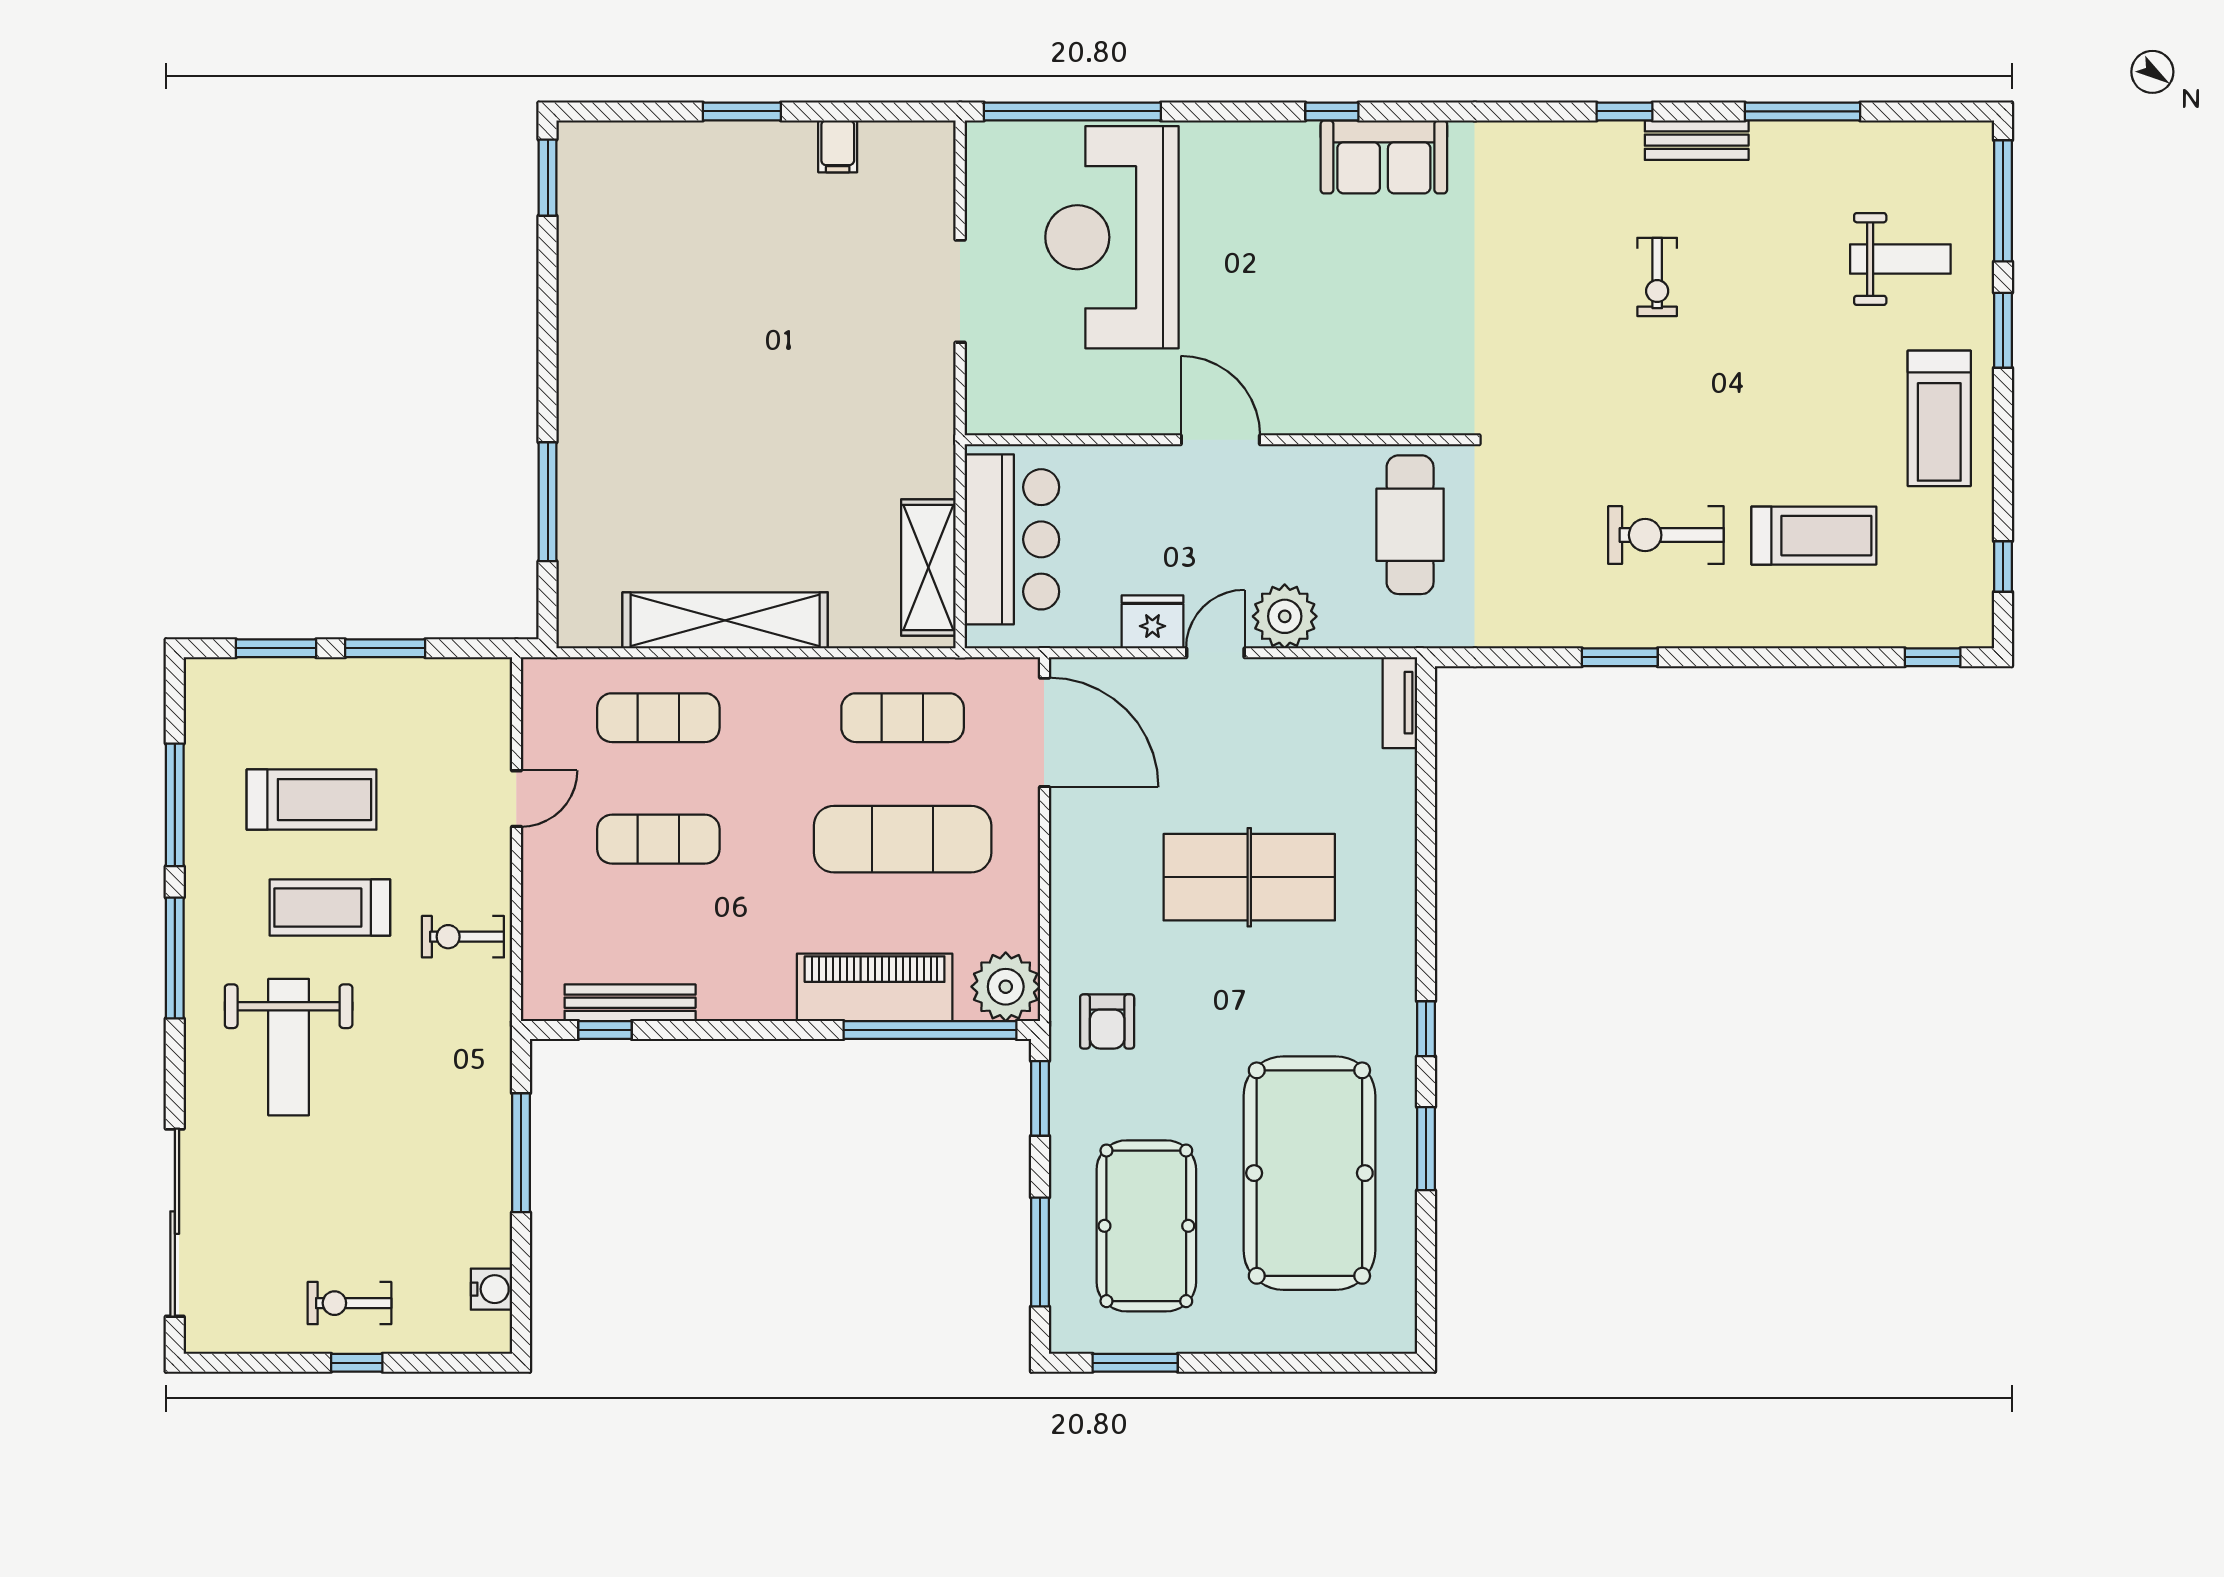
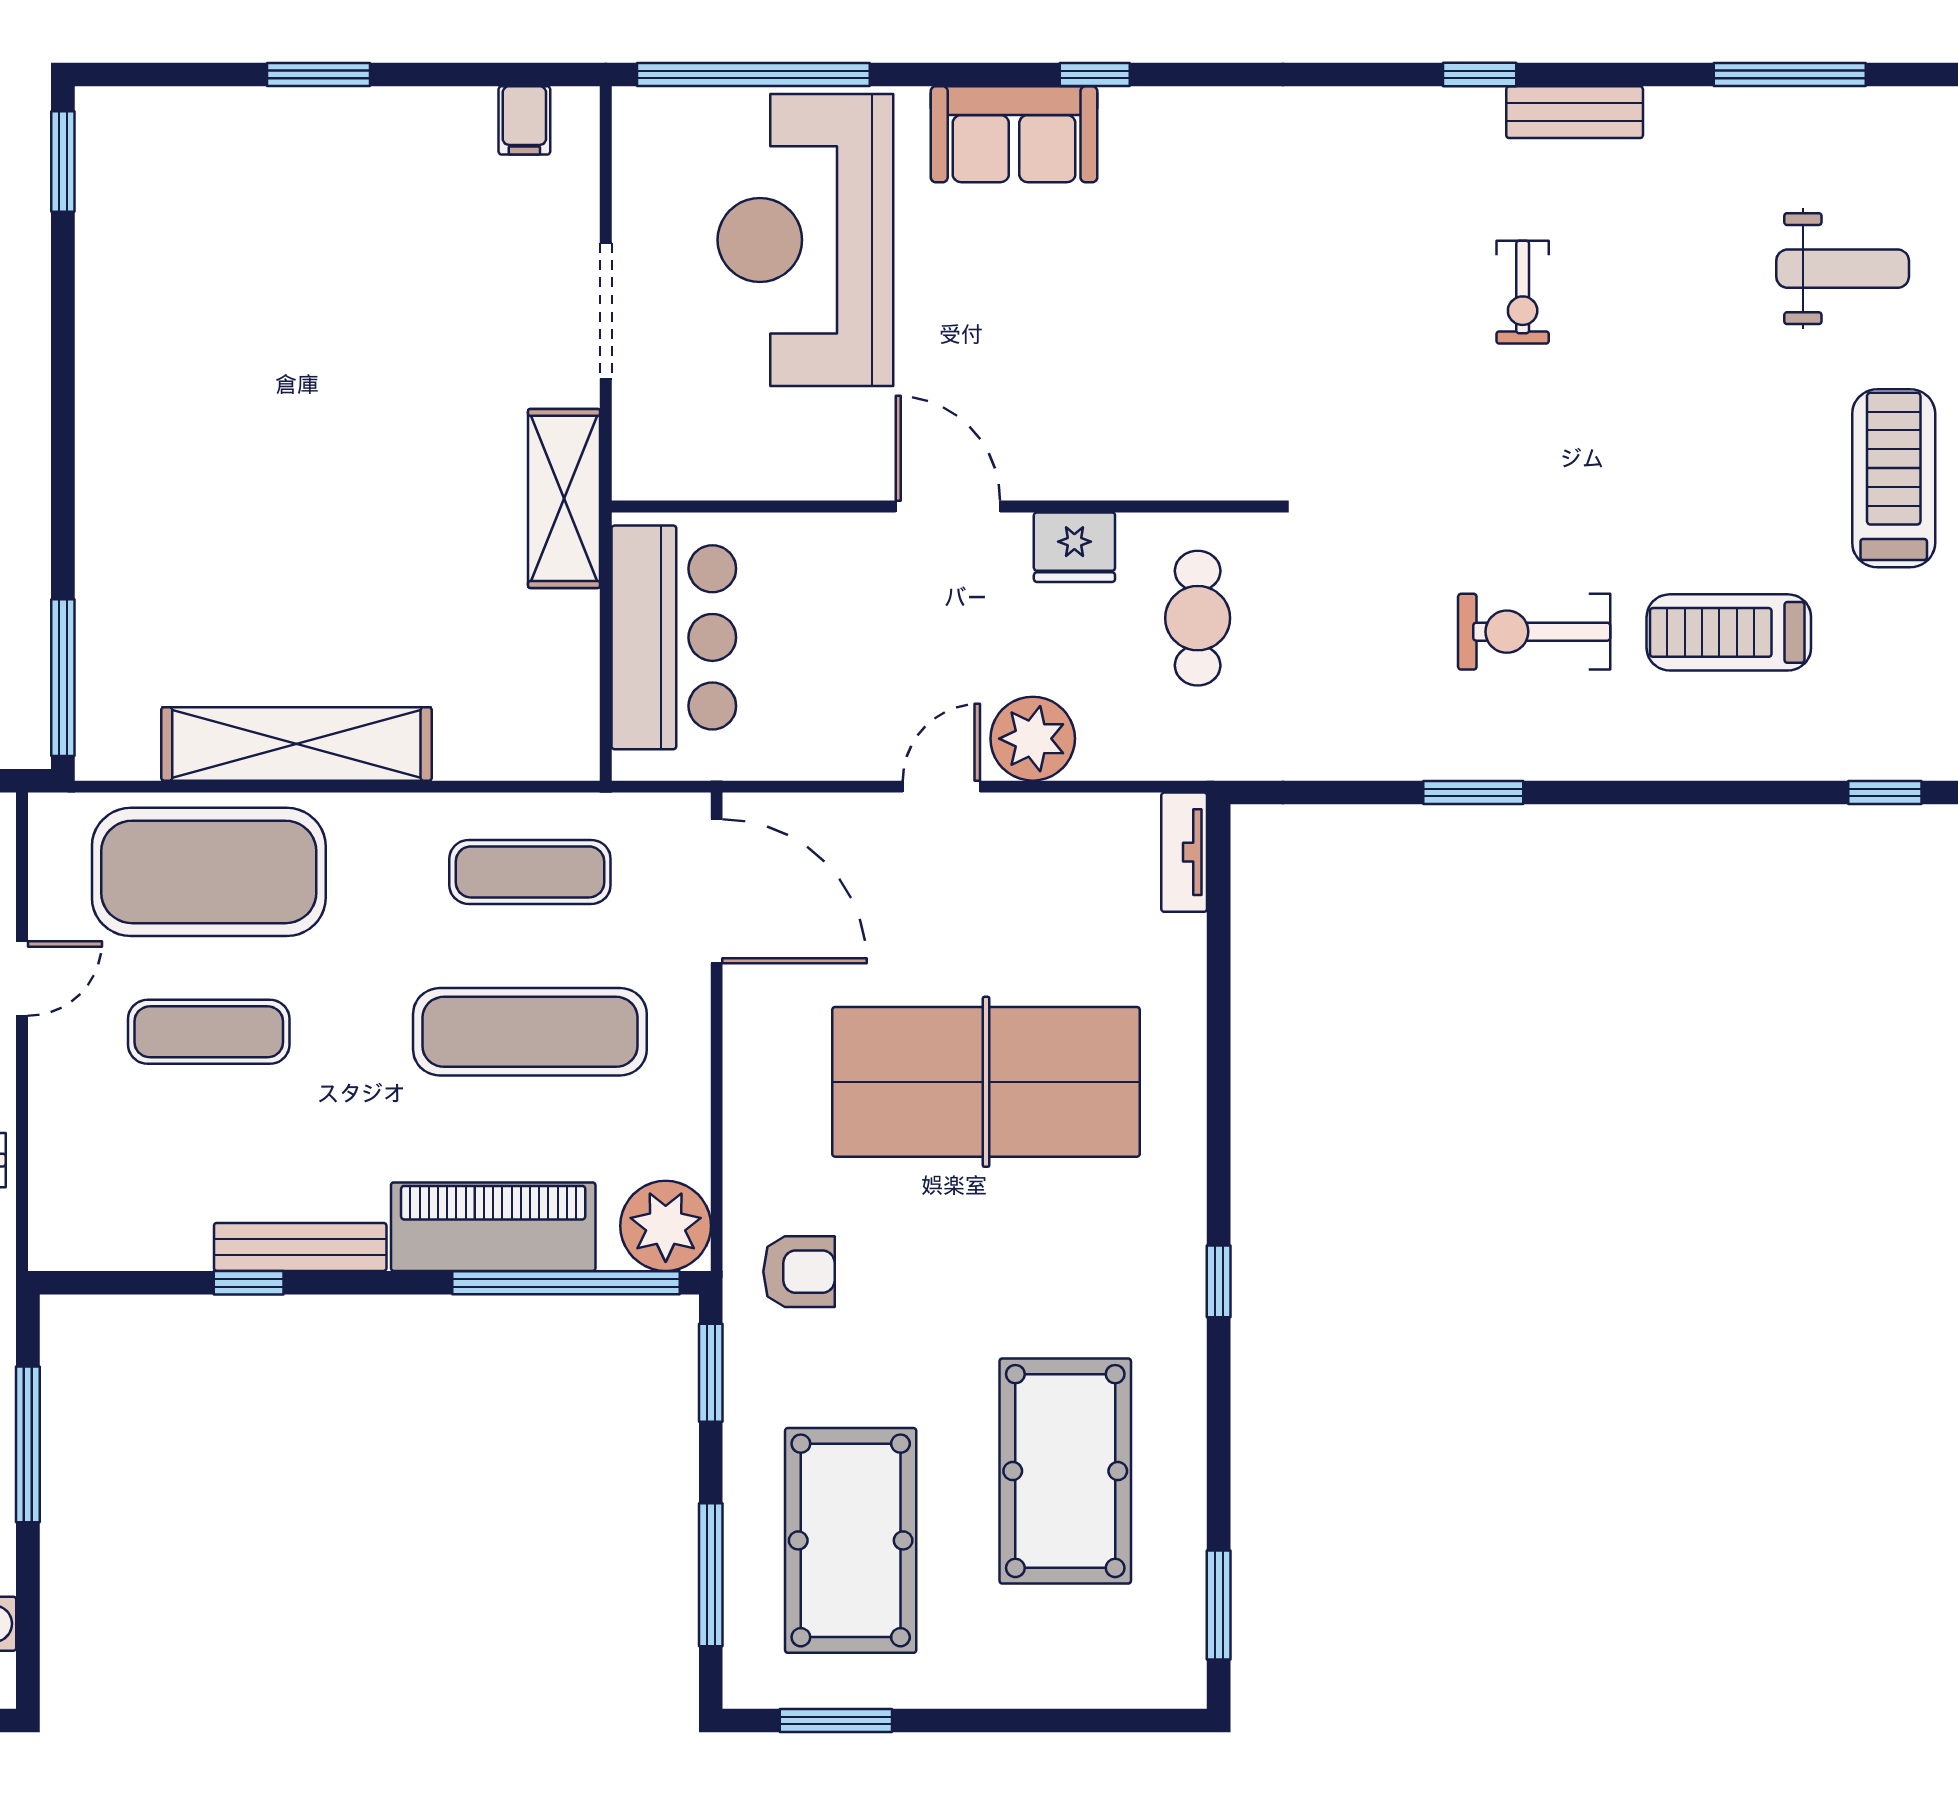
window: (1803, 111) -> (1790, 74), moved
filing cabinet: (838, 146) -> (524, 120), moved
sofa: (1384, 157) -> (1014, 134), moved
treadmill: (1939, 418) -> (1894, 478), turned 180
window: (548, 502) -> (63, 678), moved
cafe table: (1410, 525) -> (1198, 618), width x0.73, depth x0.74
treadmill: (1814, 536) -> (1729, 632), turned 180
shelving: (928, 567) -> (564, 498), moved
fridge: (1152, 622) -> (1074, 547), moved, turned 180
exercise mat: (658, 718) -> (209, 872), width x2.00, depth x1.45
table tennis table: (1249, 877) -> (986, 1082), width x1.36, depth x1.32
bench: (630, 1003) -> (300, 1247), moved
armchair: (1107, 1021) -> (799, 1272), turned -90
window: (605, 1030) -> (249, 1283), moved
window: (1426, 1149) -> (1219, 1605), moved
pool table: (1309, 1173) -> (1065, 1471), width x0.73, depth x0.76

